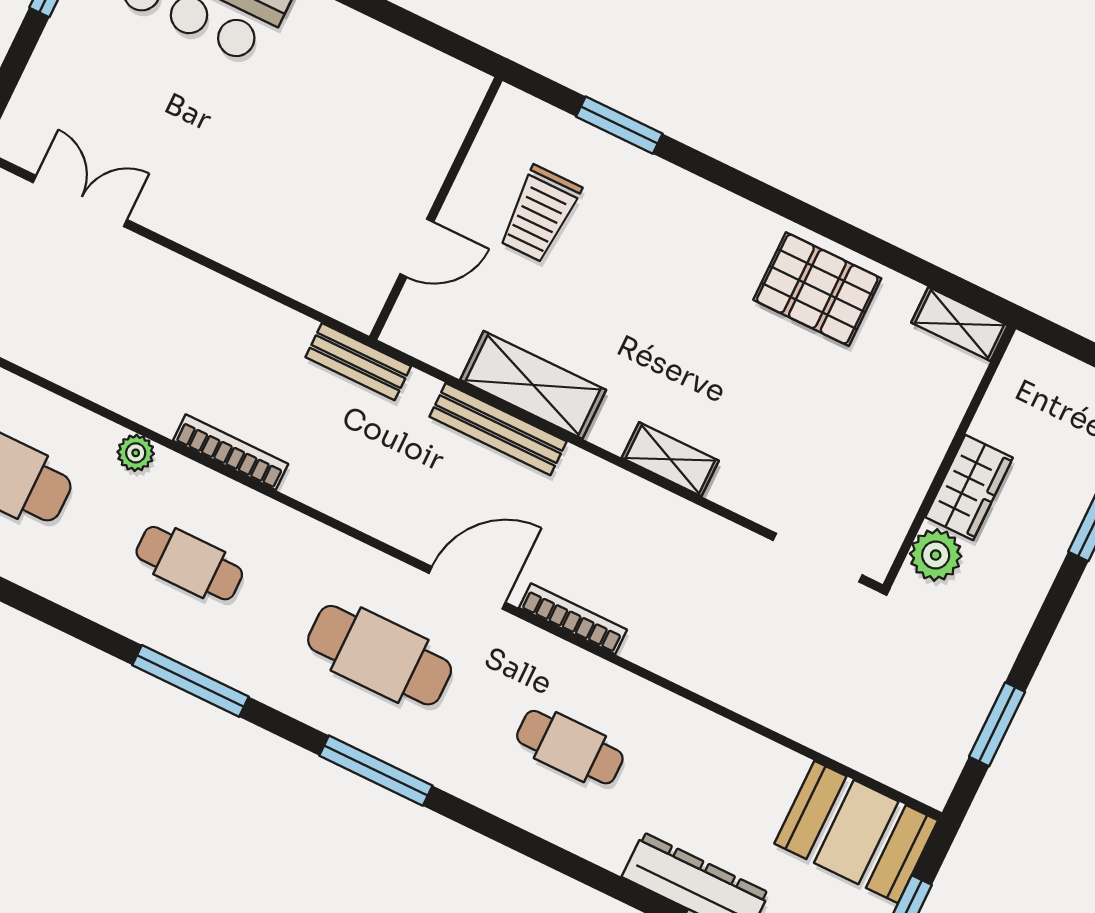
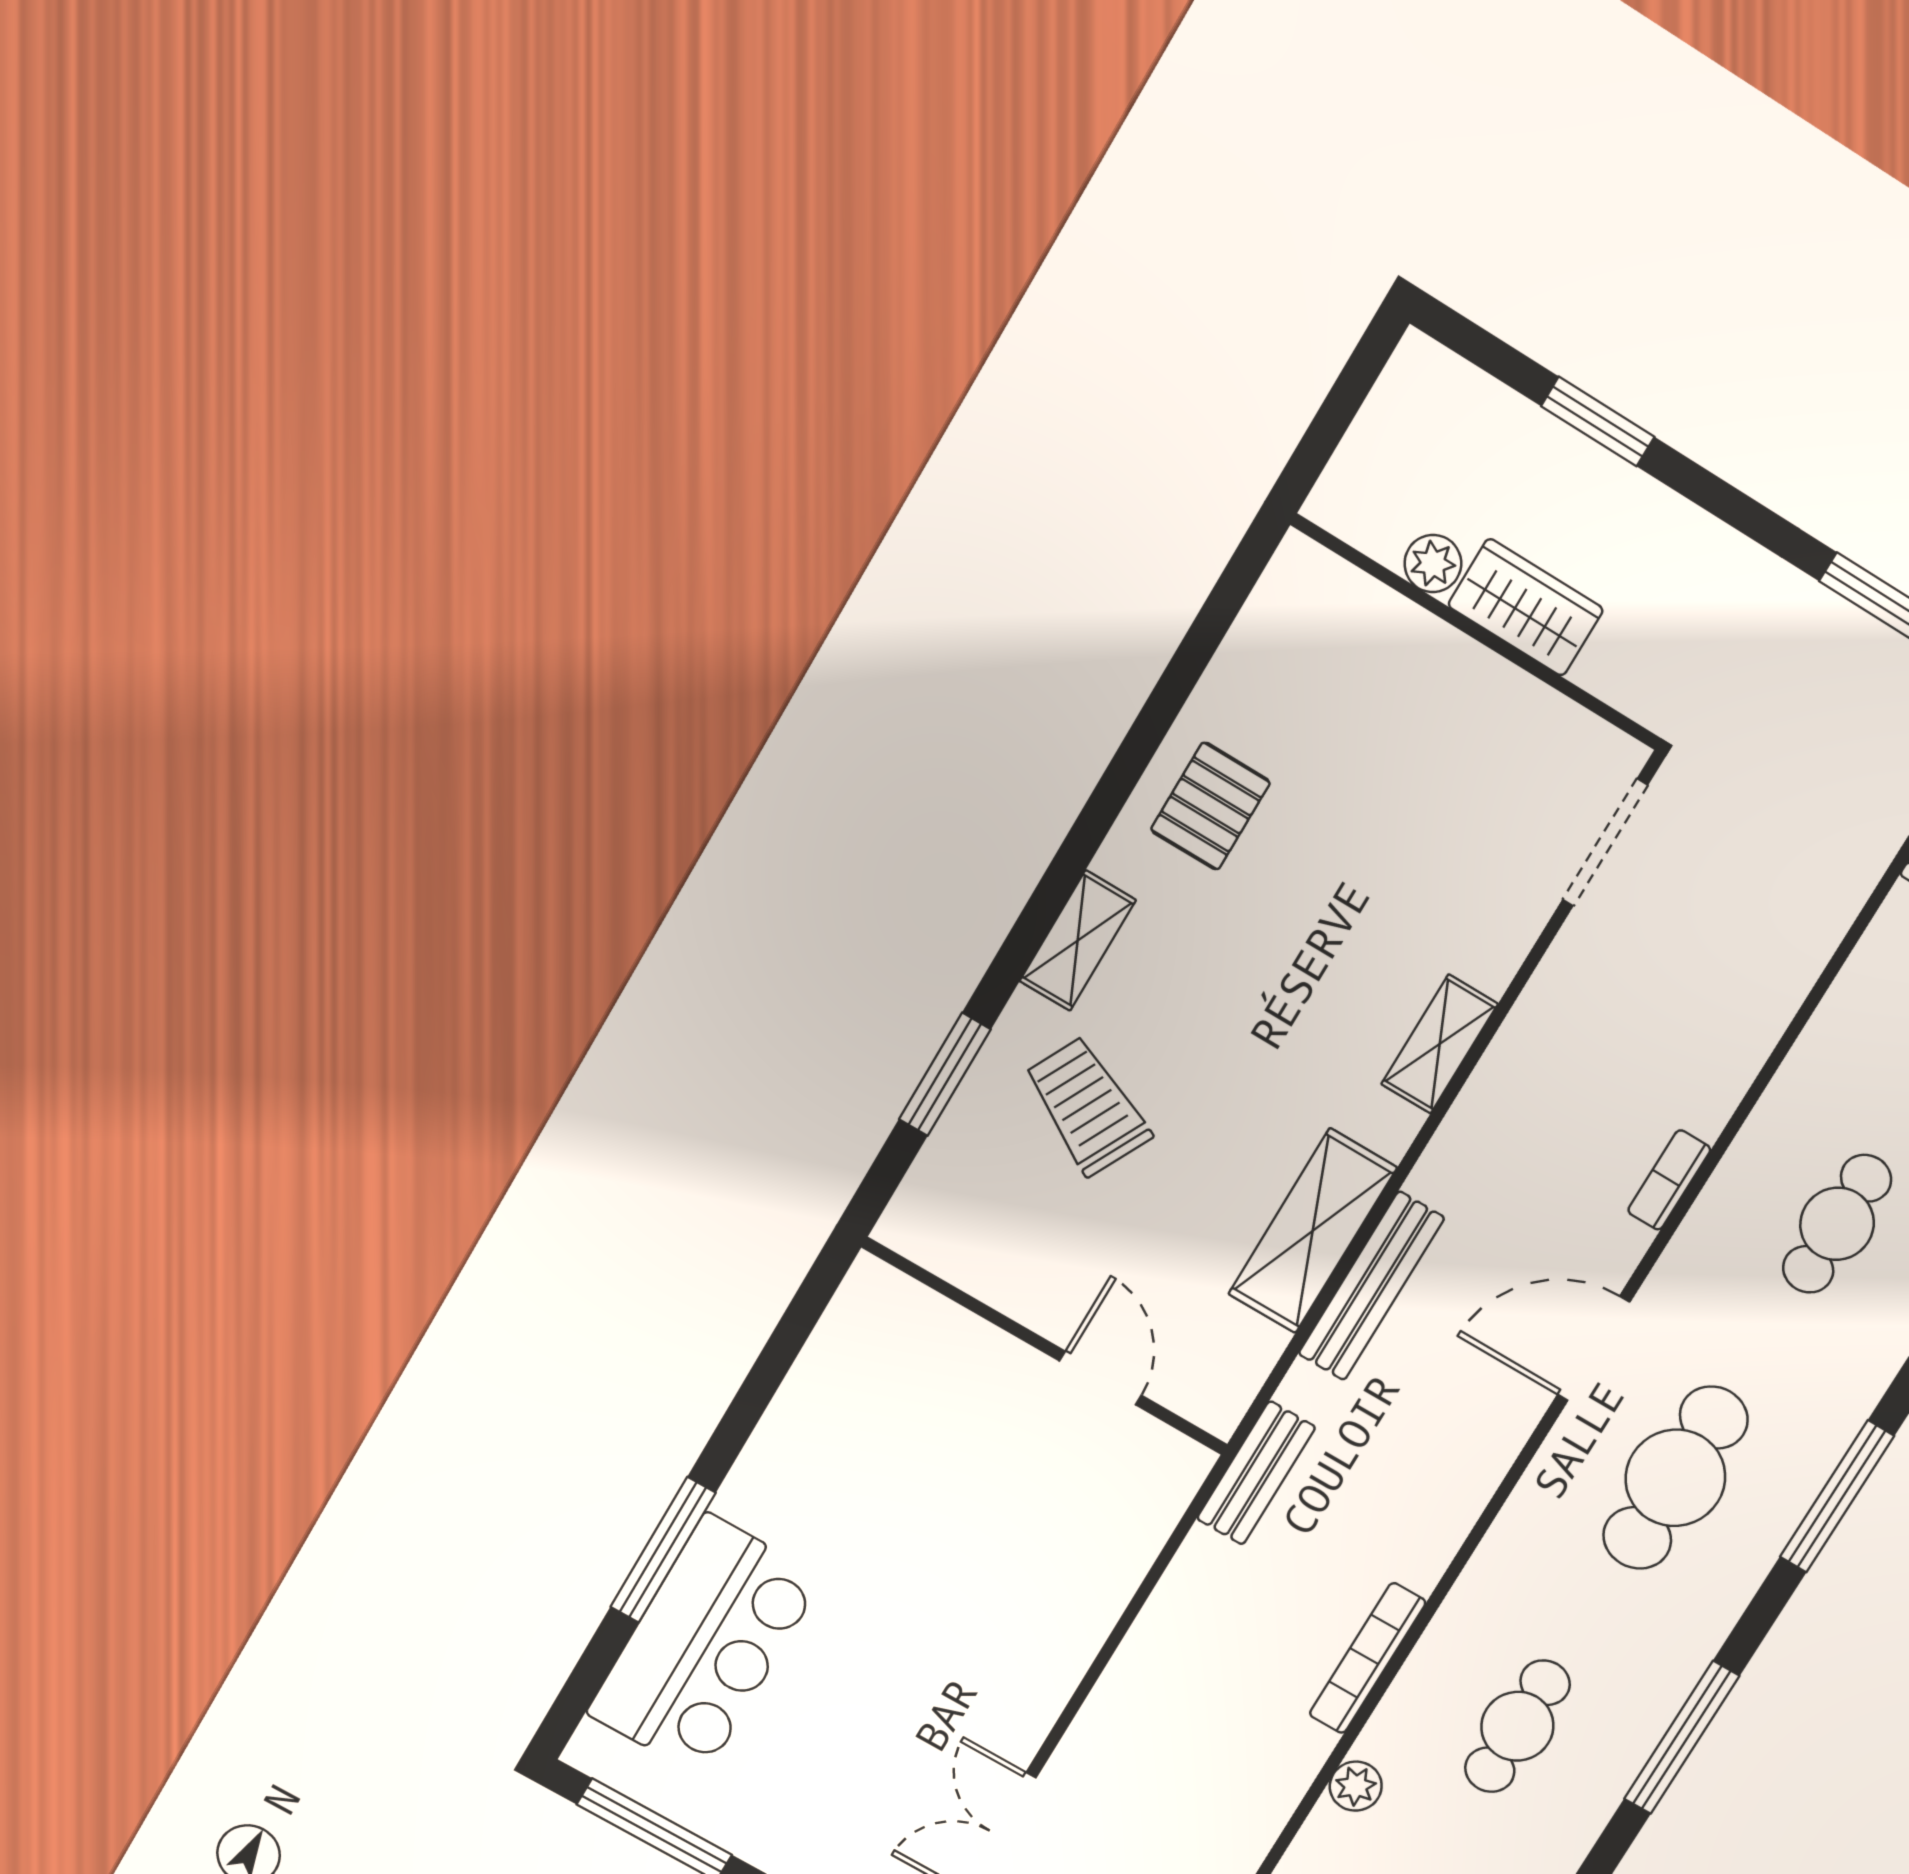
trolley: (540, 214) -> (1087, 1106), moved, turned -153
pallet: (817, 289) -> (1210, 806), width x0.67, depth x0.71
shelving: (960, 324) -> (1078, 941), moved
plant: (936, 555) -> (1433, 564), moved, width x0.73, depth x0.73
door: (467, 588) -> (1594, 1348), hinge flipped
bookcase: (573, 619) -> (1669, 1180), width x0.64

